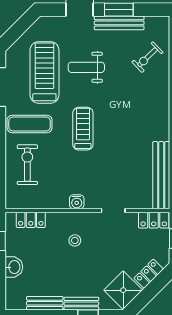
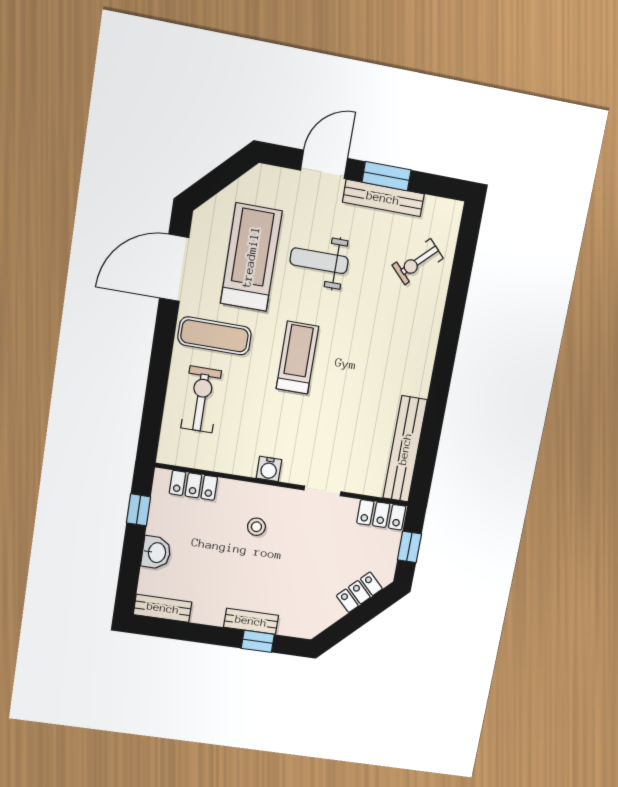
shower: (123, 290) -> (317, 611), removed
bench: (45, 303) -> (163, 608), moved

